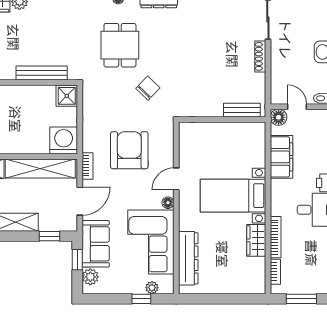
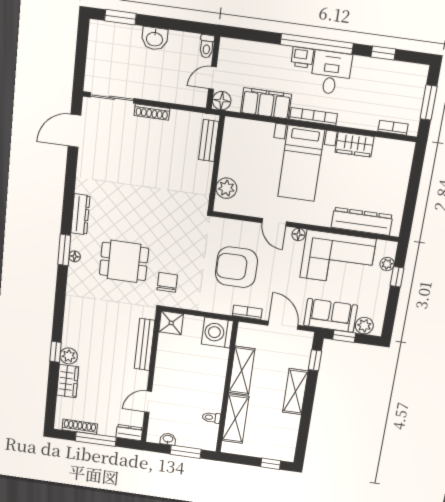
chair: (148, 88) -> (167, 282), moved, turned 46
plant: (201, 131) -> (226, 188), added
shelving: (40, 168) -> (242, 371), width x0.68
bookcase: (276, 237) -> (313, 117), moved

